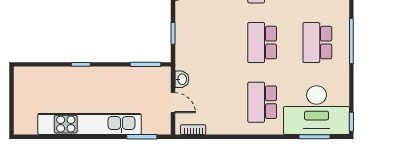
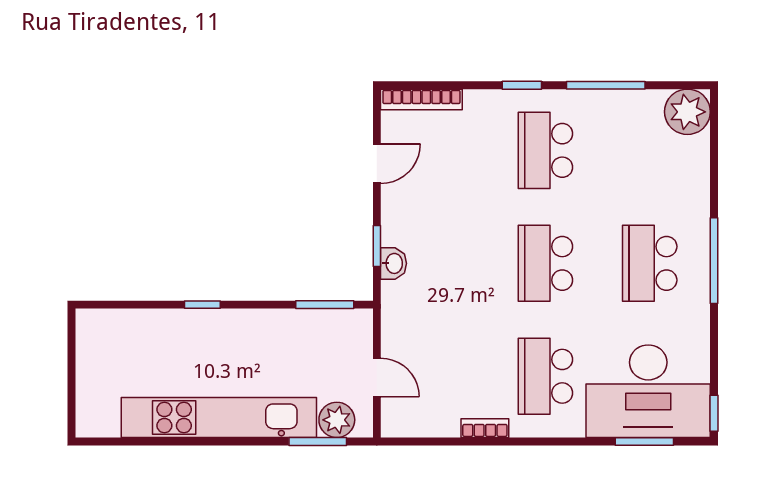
washbasin: (182, 79) -> (394, 263), moved
plant: (152, 125) -> (337, 420), added
bookcase: (193, 130) -> (485, 428), moved

